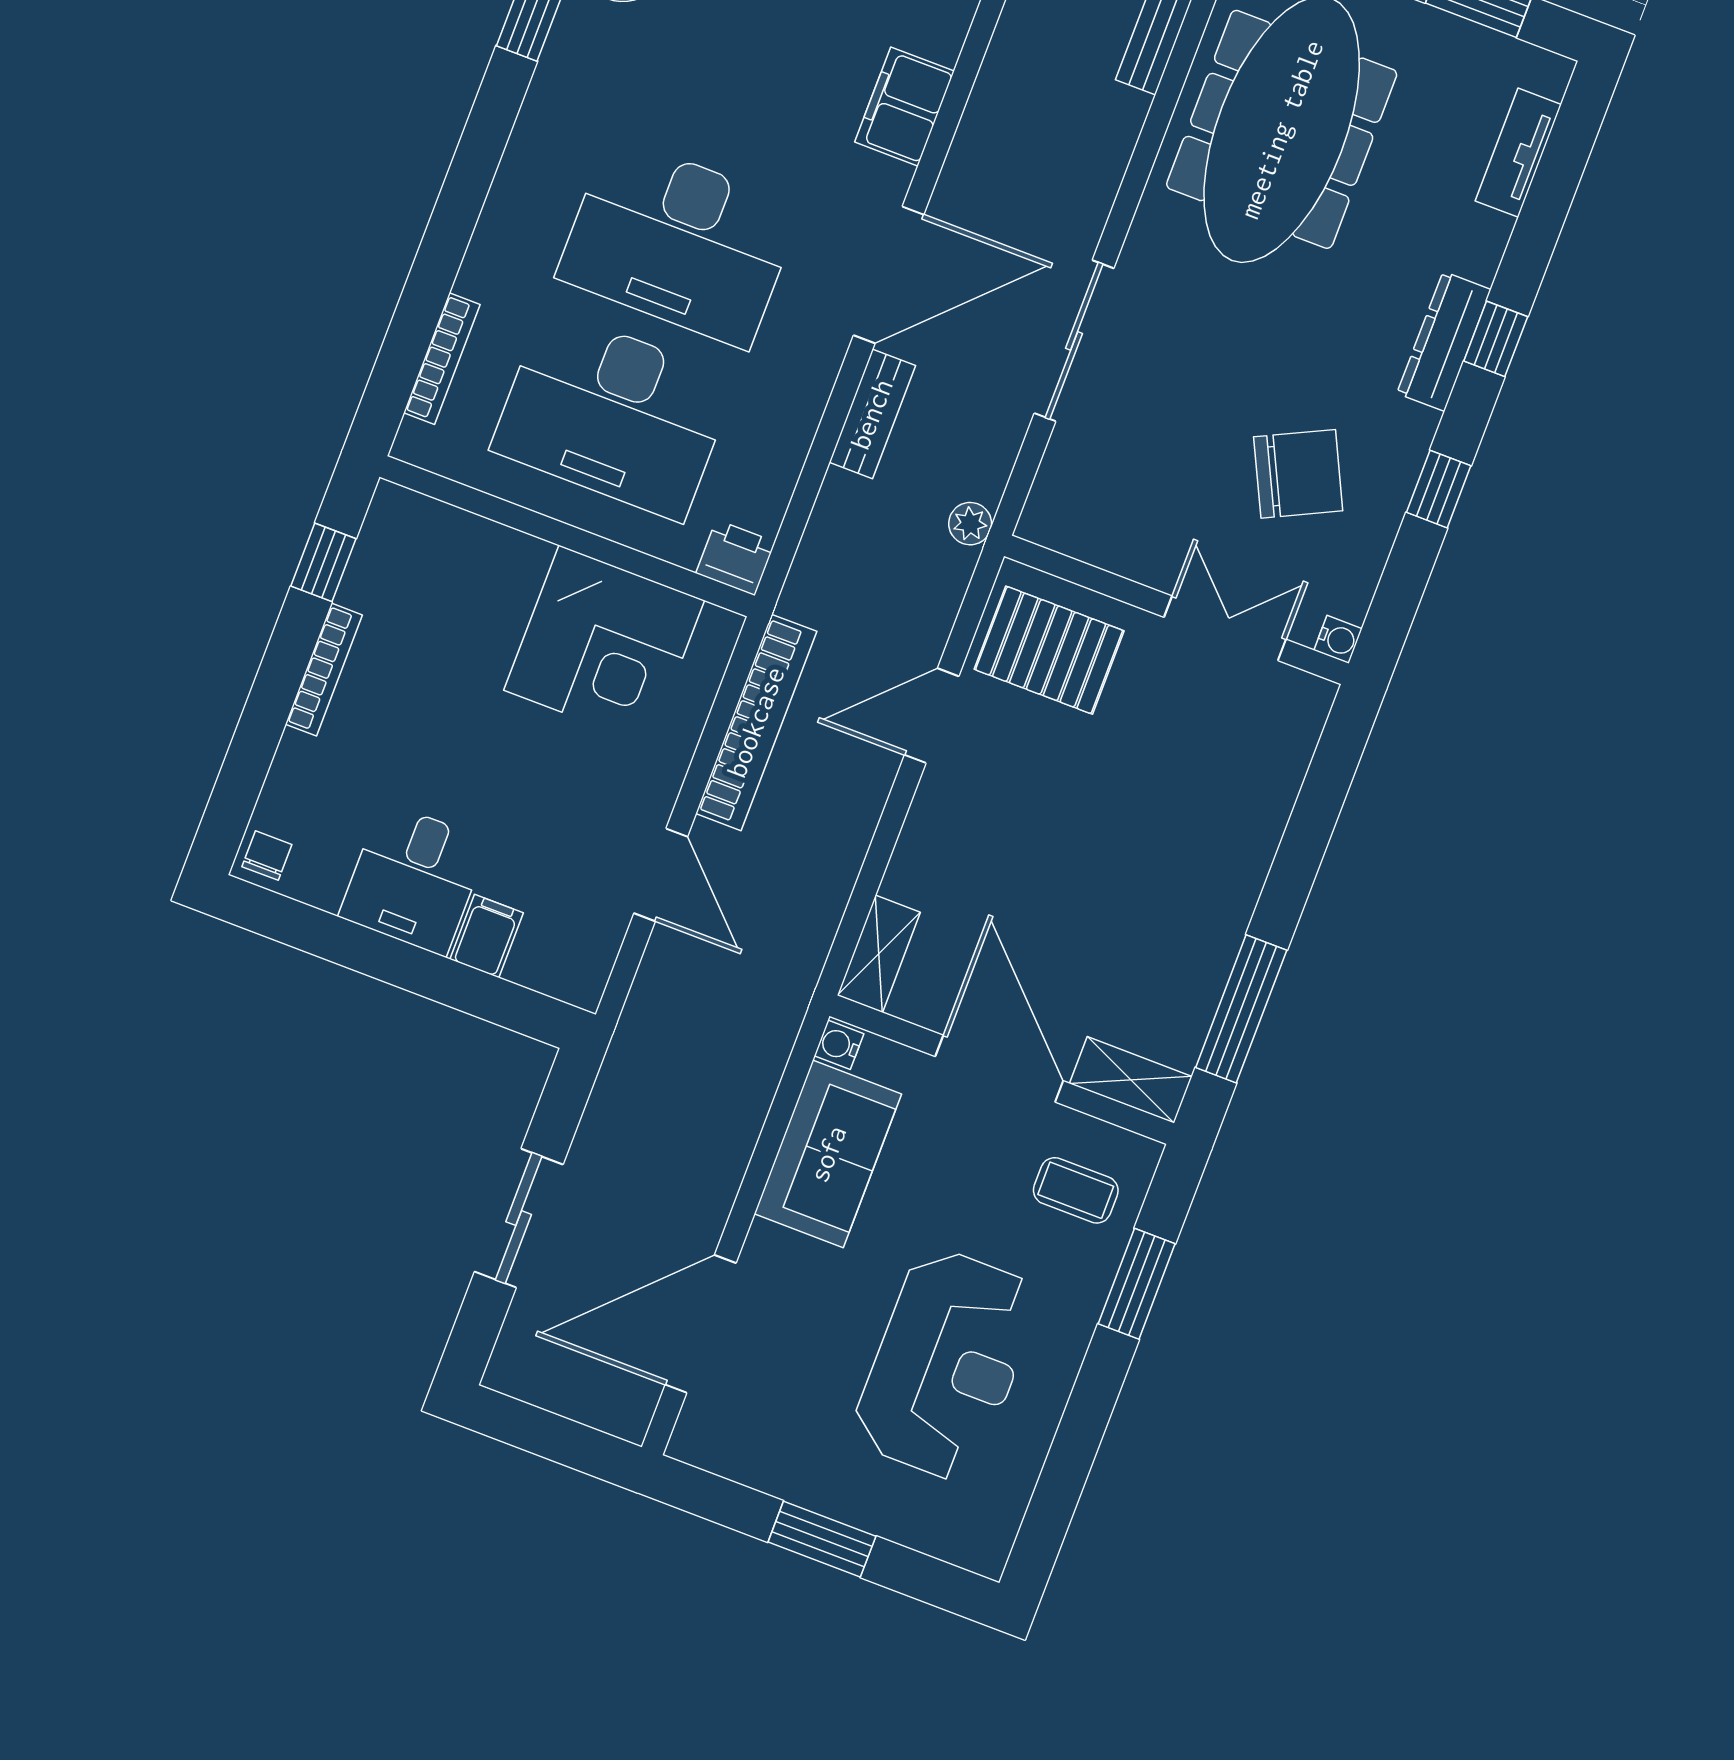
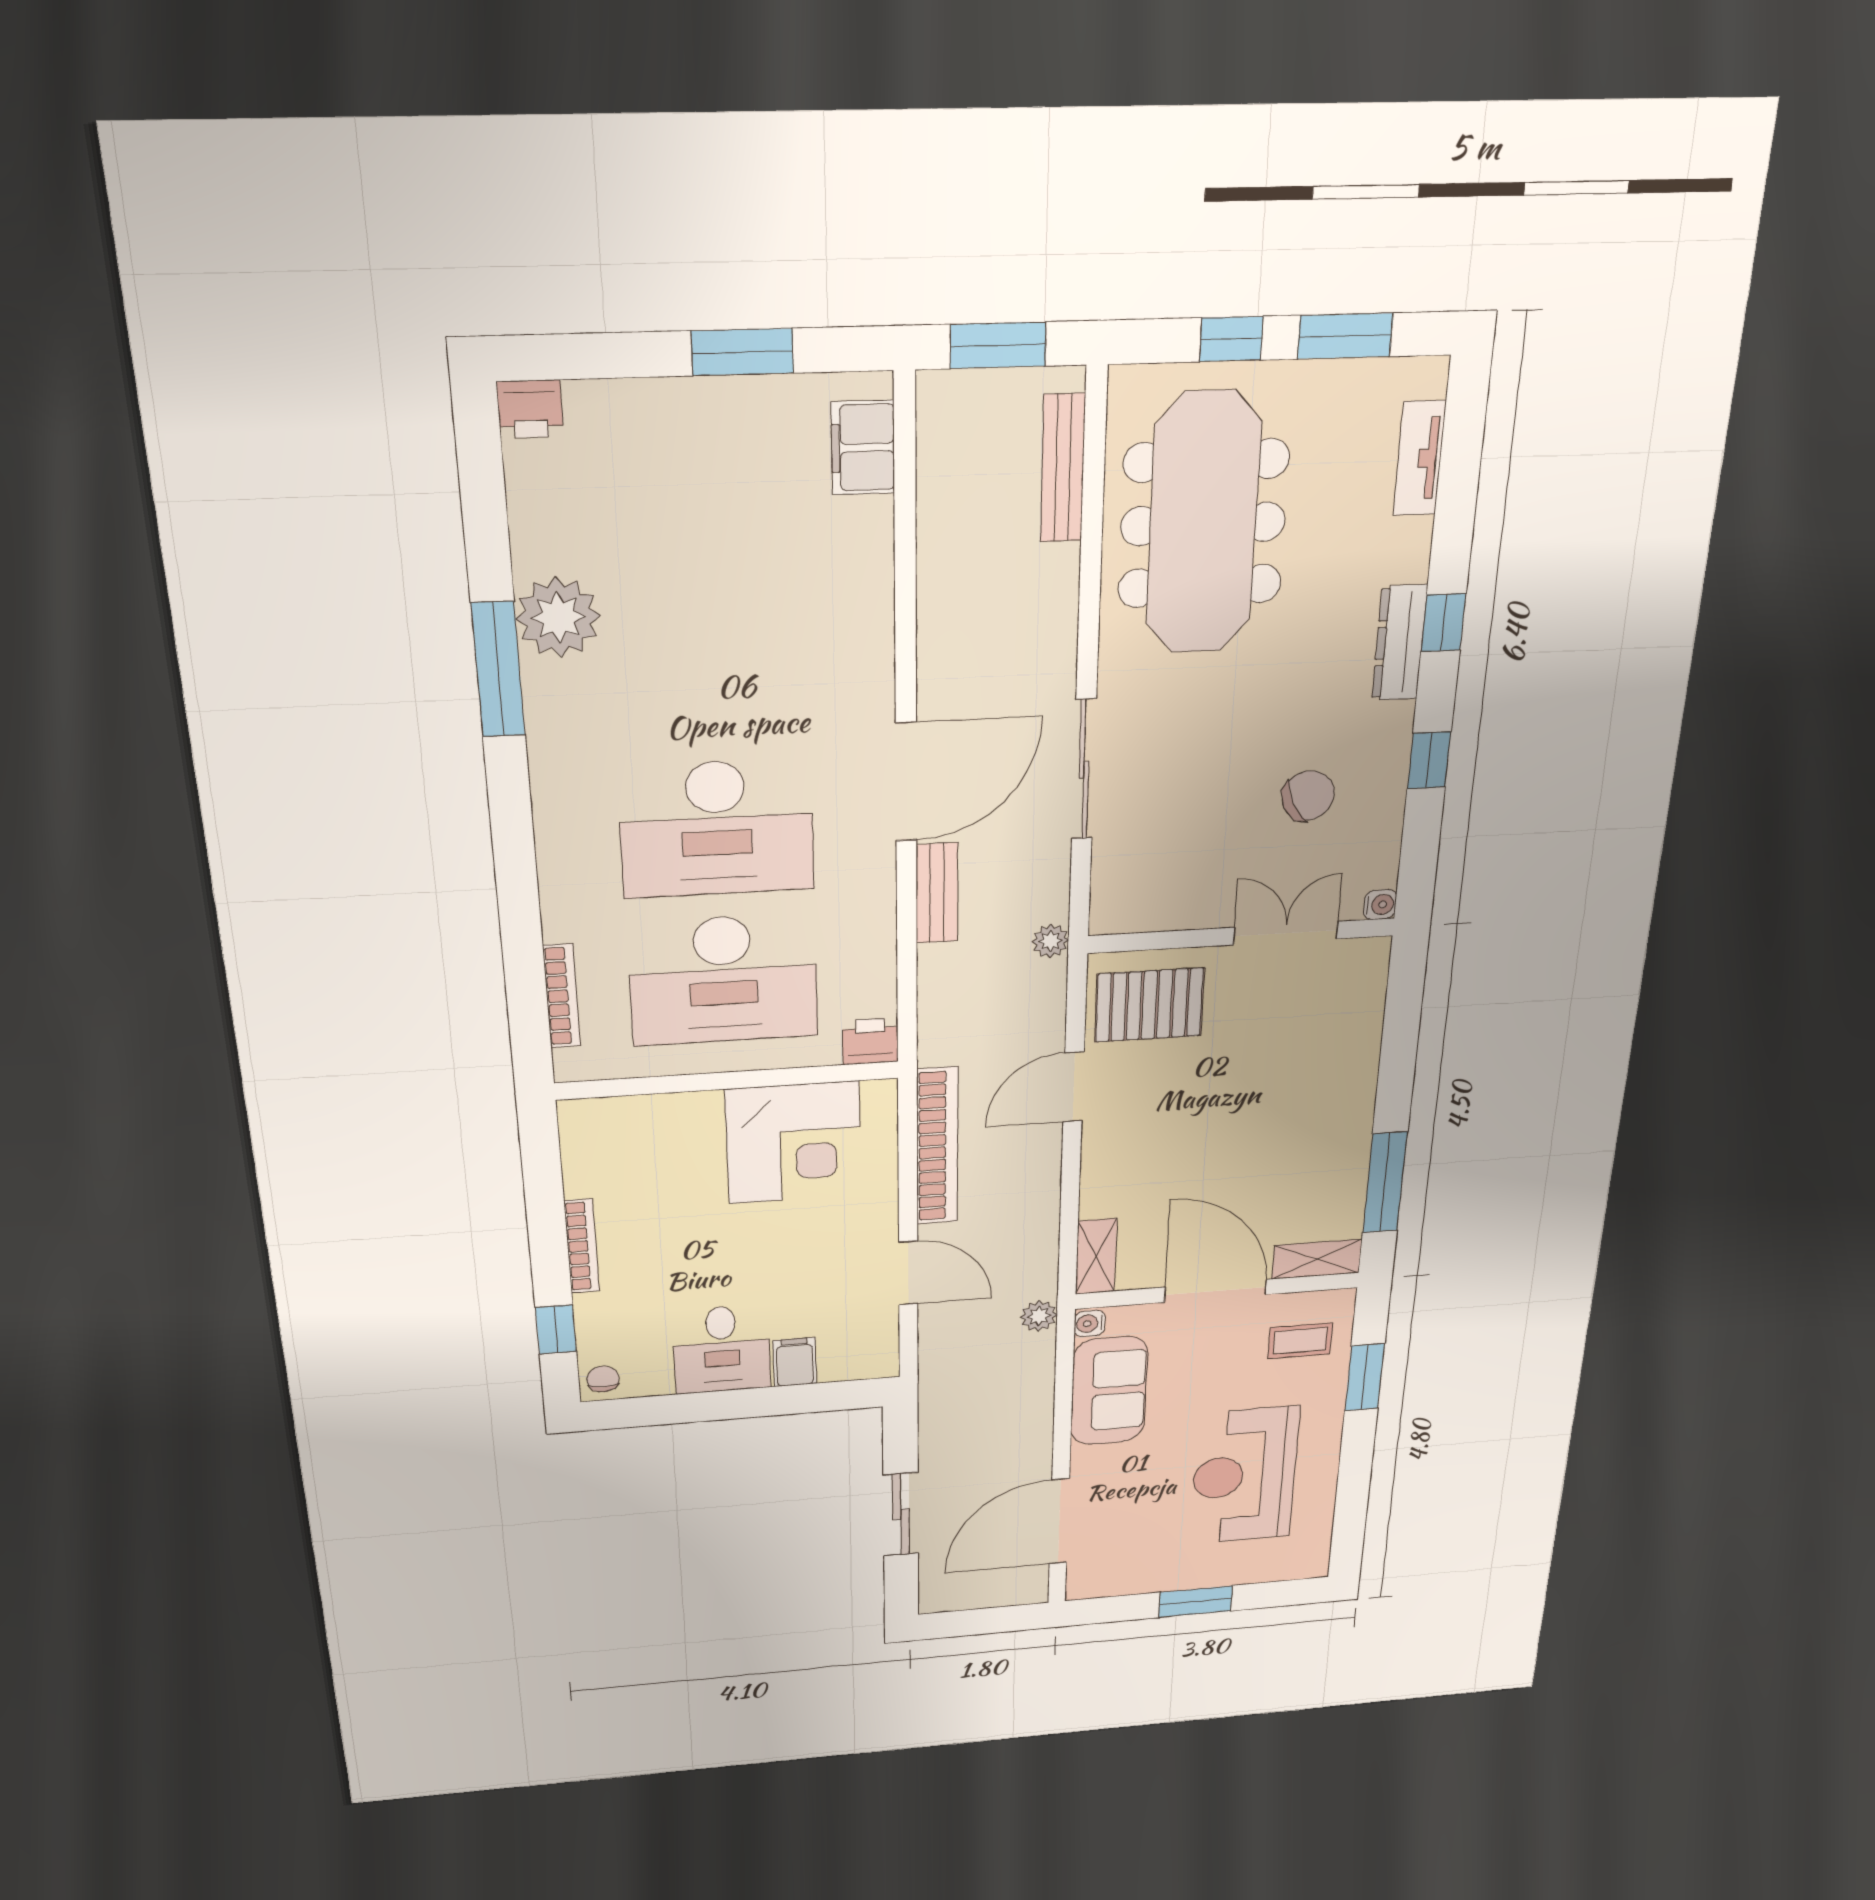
filing cabinet: (905, 107) -> (863, 640), removed
chair: (1298, 474) -> (1308, 796), width x0.73, depth x0.73
window: (323, 562) -> (556, 1329), moved
plant: (785, 1006) -> (1039, 1316), added
reception desk: (946, 1364) -> (1244, 1475), turned 180

